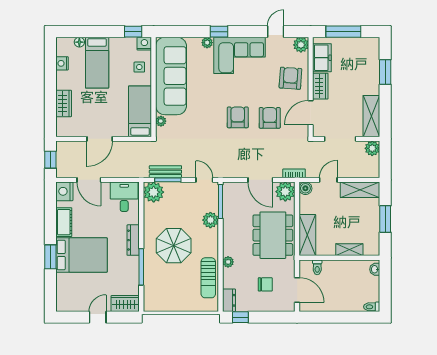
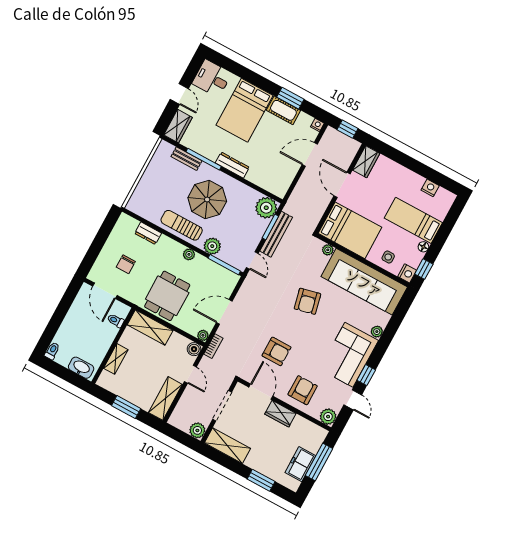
window: (219, 32) -> (366, 375), moved
floor lamp: (79, 42) -> (423, 247), moved
freezer: (322, 58) -> (300, 464), moved, turned 90
armchair: (290, 78) -> (303, 390), turned -94
wardrobe: (64, 103) -> (366, 162), moved, turned -90
bed: (140, 111) -> (350, 230), width x1.50
armchair: (238, 117) -> (307, 301), moved, turned 77
bench: (165, 172) -> (276, 234), width x1.36
door: (204, 180) -> (252, 261), hinge flipped
nightstand: (64, 191) -> (317, 125), width x0.53, depth x0.56
plant: (285, 192) -> (203, 335), width x0.53, depth x0.53
desk: (124, 197) -> (212, 78), moved, turned 180
dining table: (273, 235) -> (167, 296), width x0.73
window: (50, 257) -> (290, 98), moved
plant: (228, 262) -> (189, 254), moved
washbasin: (375, 269) -> (81, 368), width x1.91, depth x1.45
sun lounger: (208, 278) -> (182, 225), moved
bench: (149, 282) -> (187, 159), added
door: (297, 290) -> (105, 291), hinge flipped
dresser: (229, 300) -> (148, 233), moved
window: (240, 317) -> (108, 225), removed

